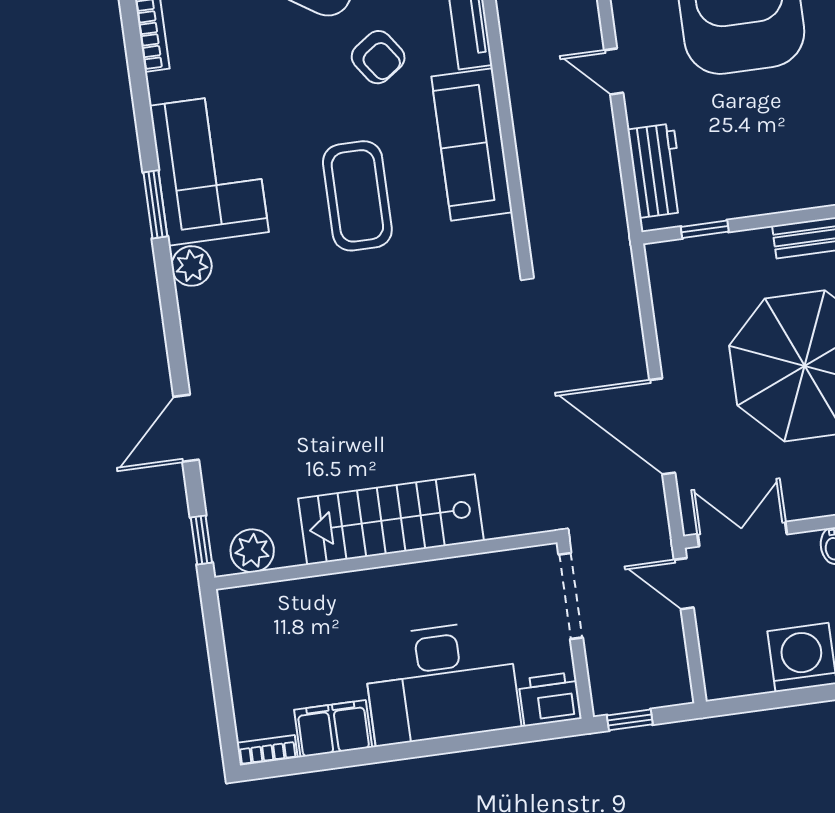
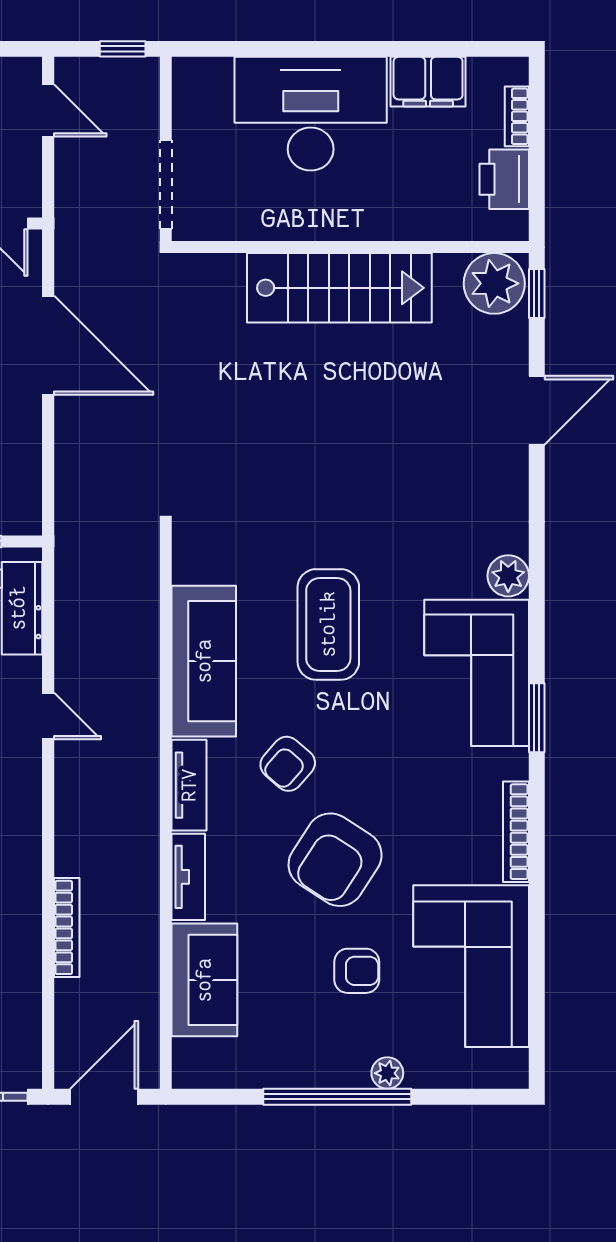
armchair: (378, 57) -> (288, 764), turned -104
window: (155, 204) -> (537, 718), moved
plant: (252, 551) -> (494, 283), width x1.36, depth x1.36
door: (684, 584) -> (48, 110), moved
printer: (550, 699) -> (504, 179), moved, turned 90
bookcase: (267, 750) -> (517, 116), moved, turned 90

